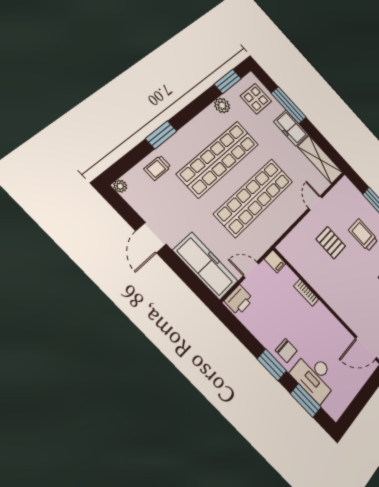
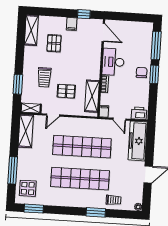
plant: (222, 105) -> (50, 200), removed
freezer: (291, 128) -> (24, 159), removed
shelving: (341, 189) -> (31, 108), added
pallet: (331, 243) -> (66, 91), turned 90
shelving: (303, 265) -> (92, 96), added
desk: (315, 376) -> (113, 62), moved, turned 180
window: (306, 400) -> (156, 45), width x1.44

